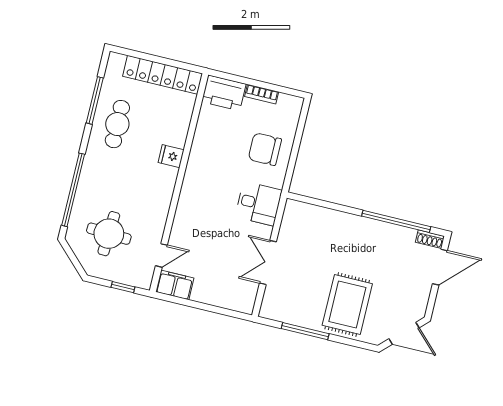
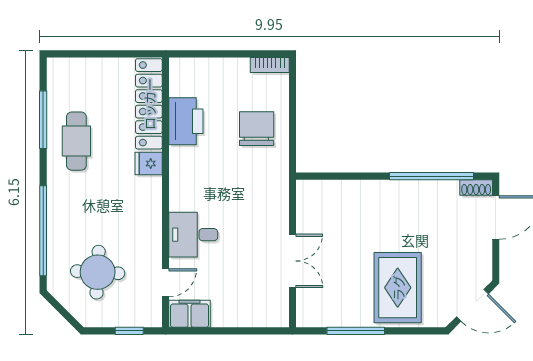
locker: (163, 75) -> (149, 104), moved, turned 90
printer: (224, 93) -> (186, 121), moved, turned -90
bookcase: (262, 94) -> (270, 65), moved
chair: (265, 149) -> (257, 129), turned 90
desk: (259, 204) -> (193, 235), moved, turned 180
double door: (268, 263) -> (293, 261), swing flipped

